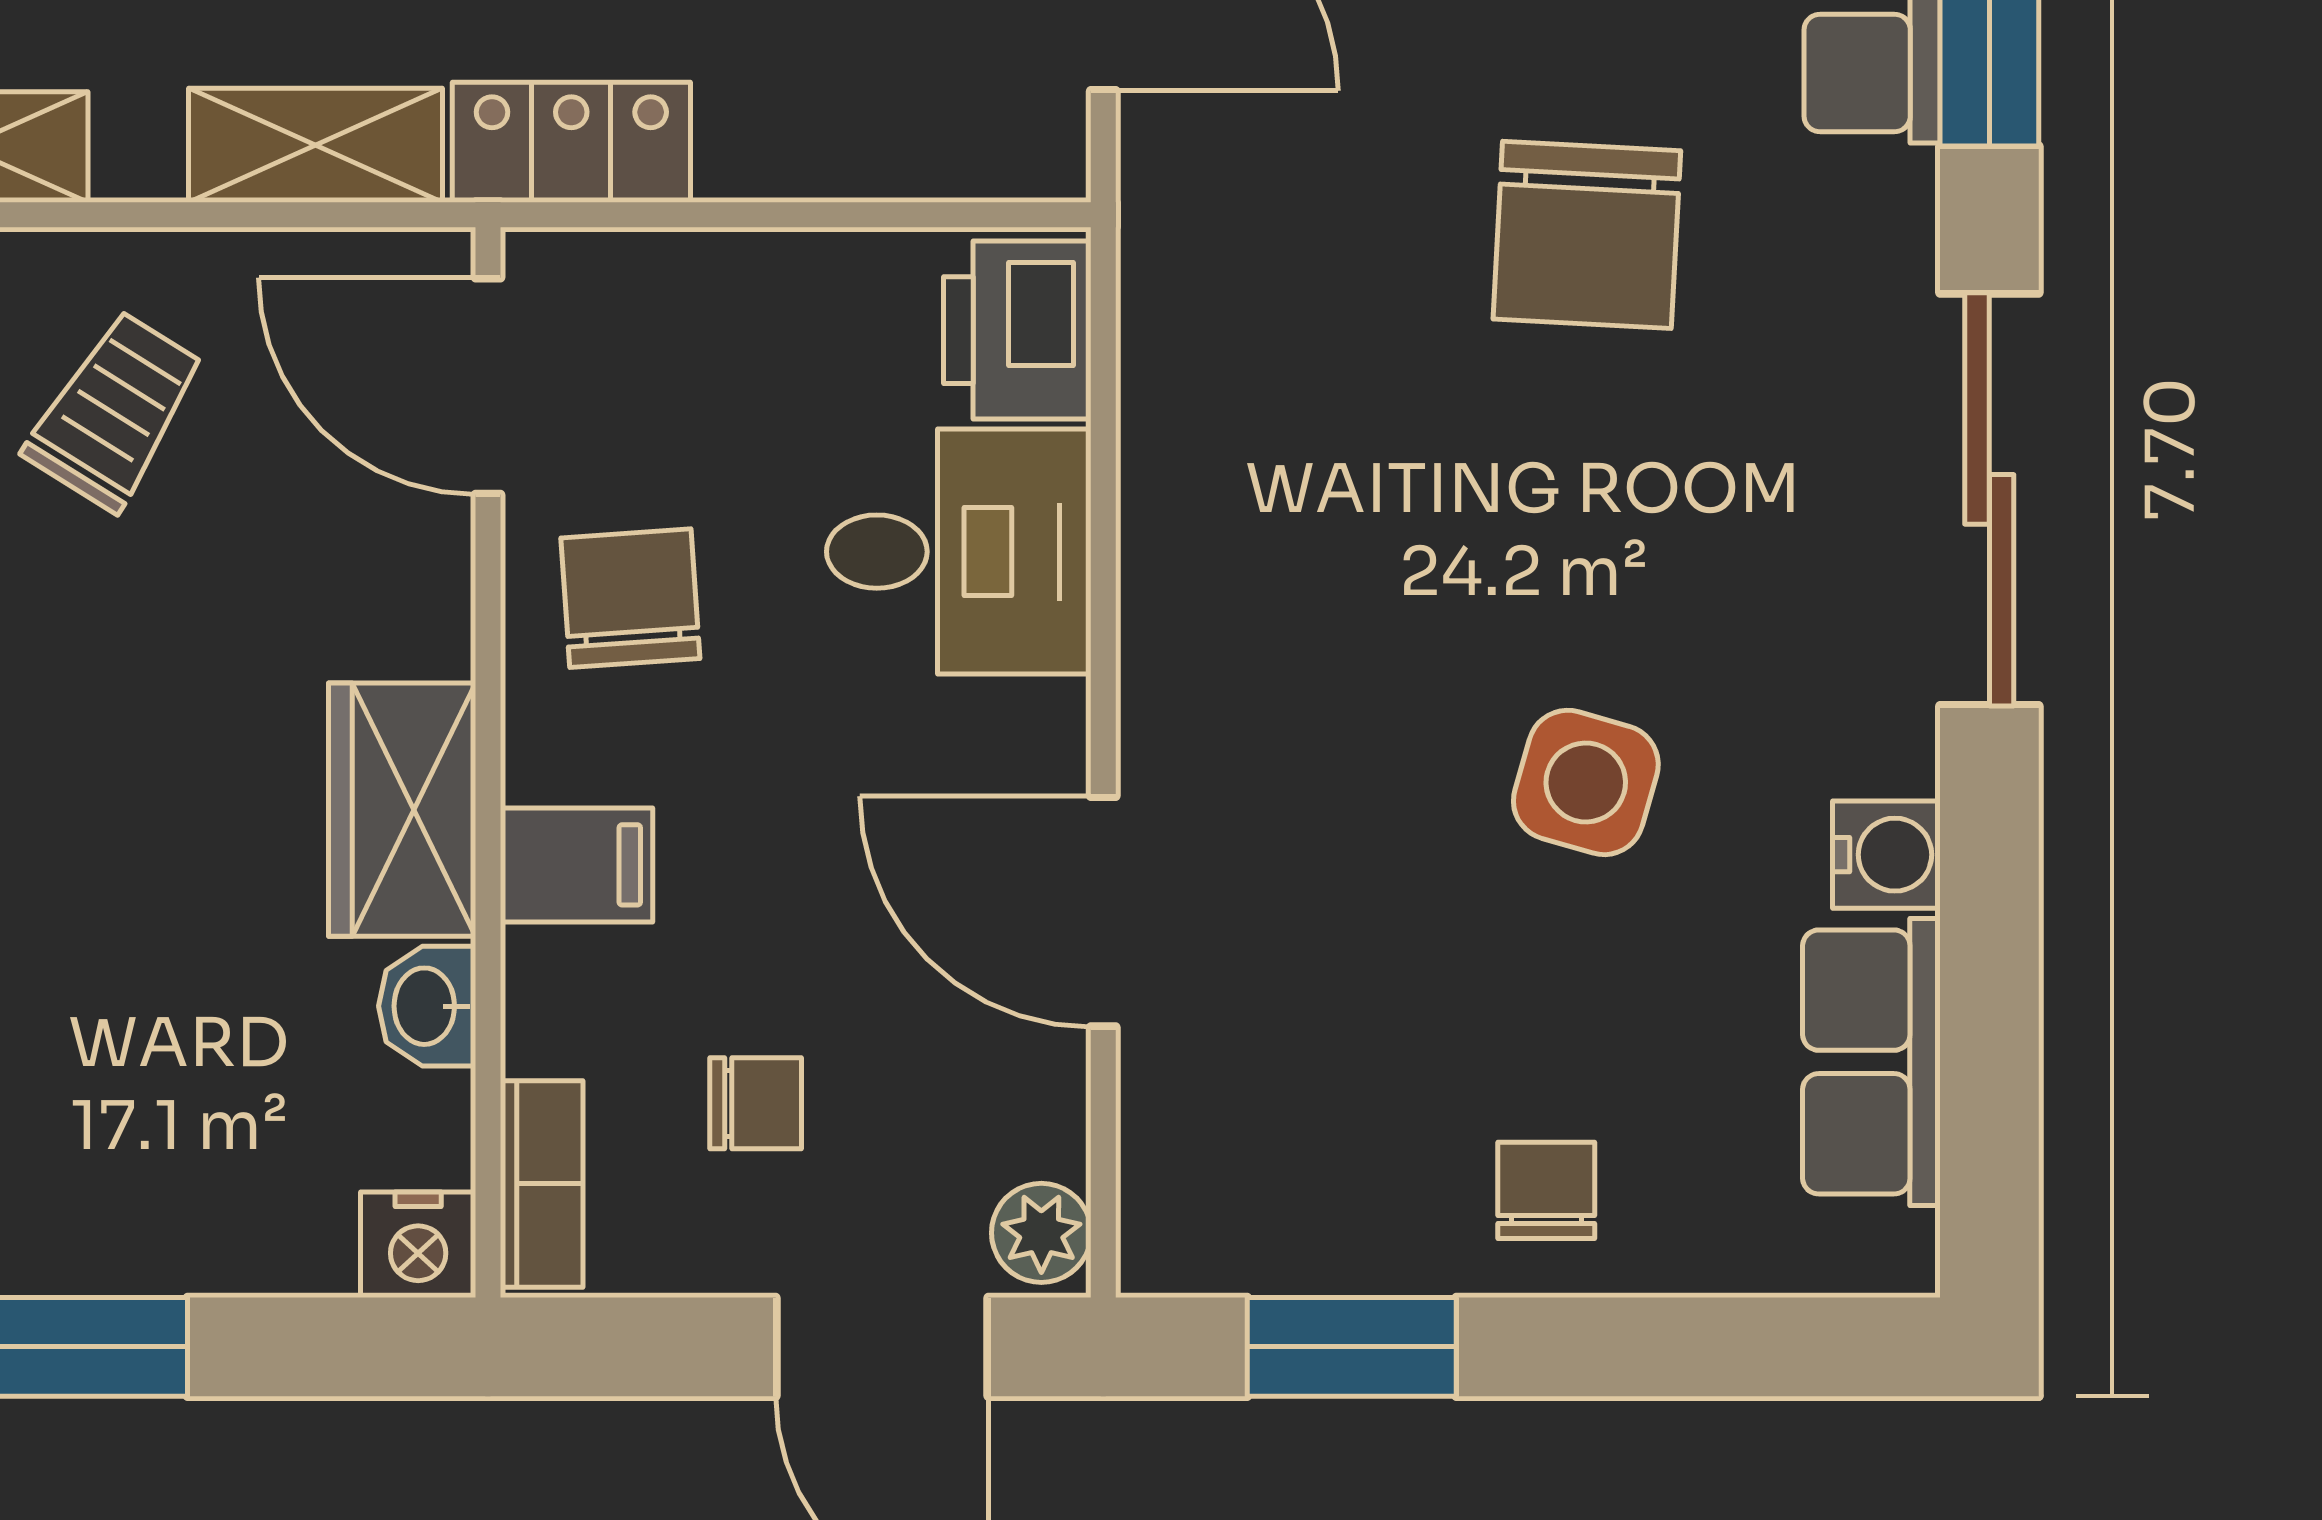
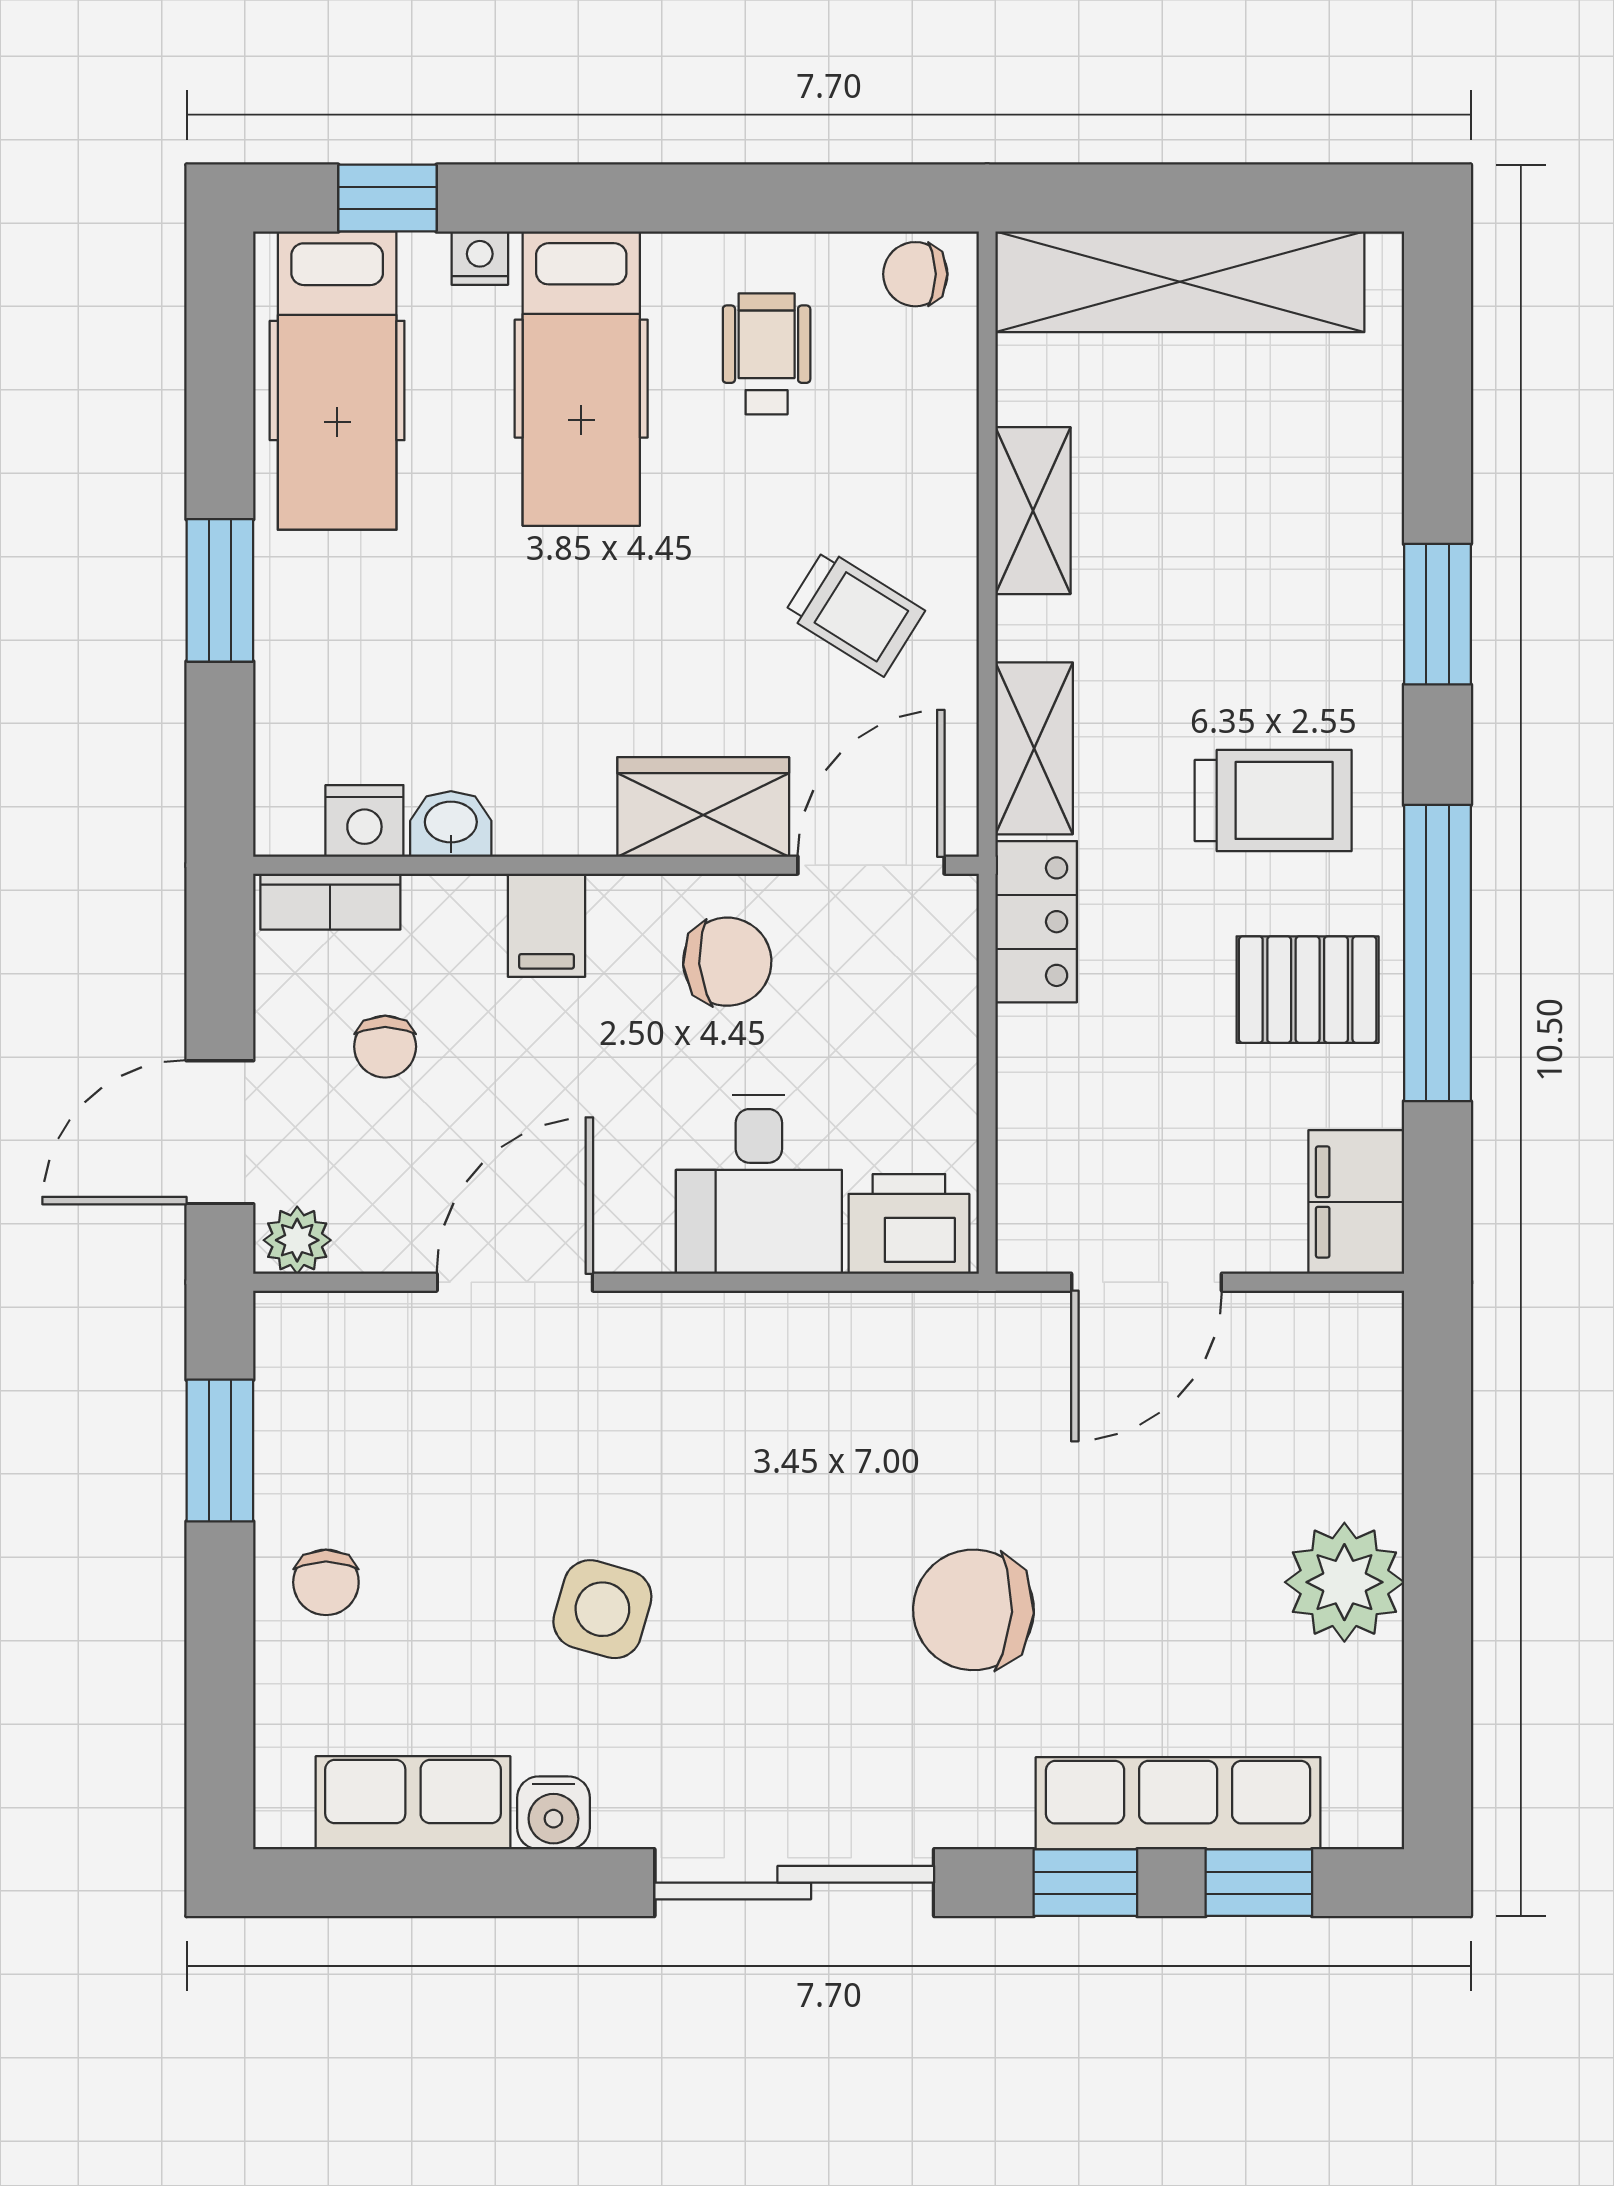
wardrobe: (402, 810) -> (703, 807), moved
chair: (1546, 1190) -> (326, 1582), turned 90
nightstand: (418, 1245) -> (364, 821), moved, turned -90

